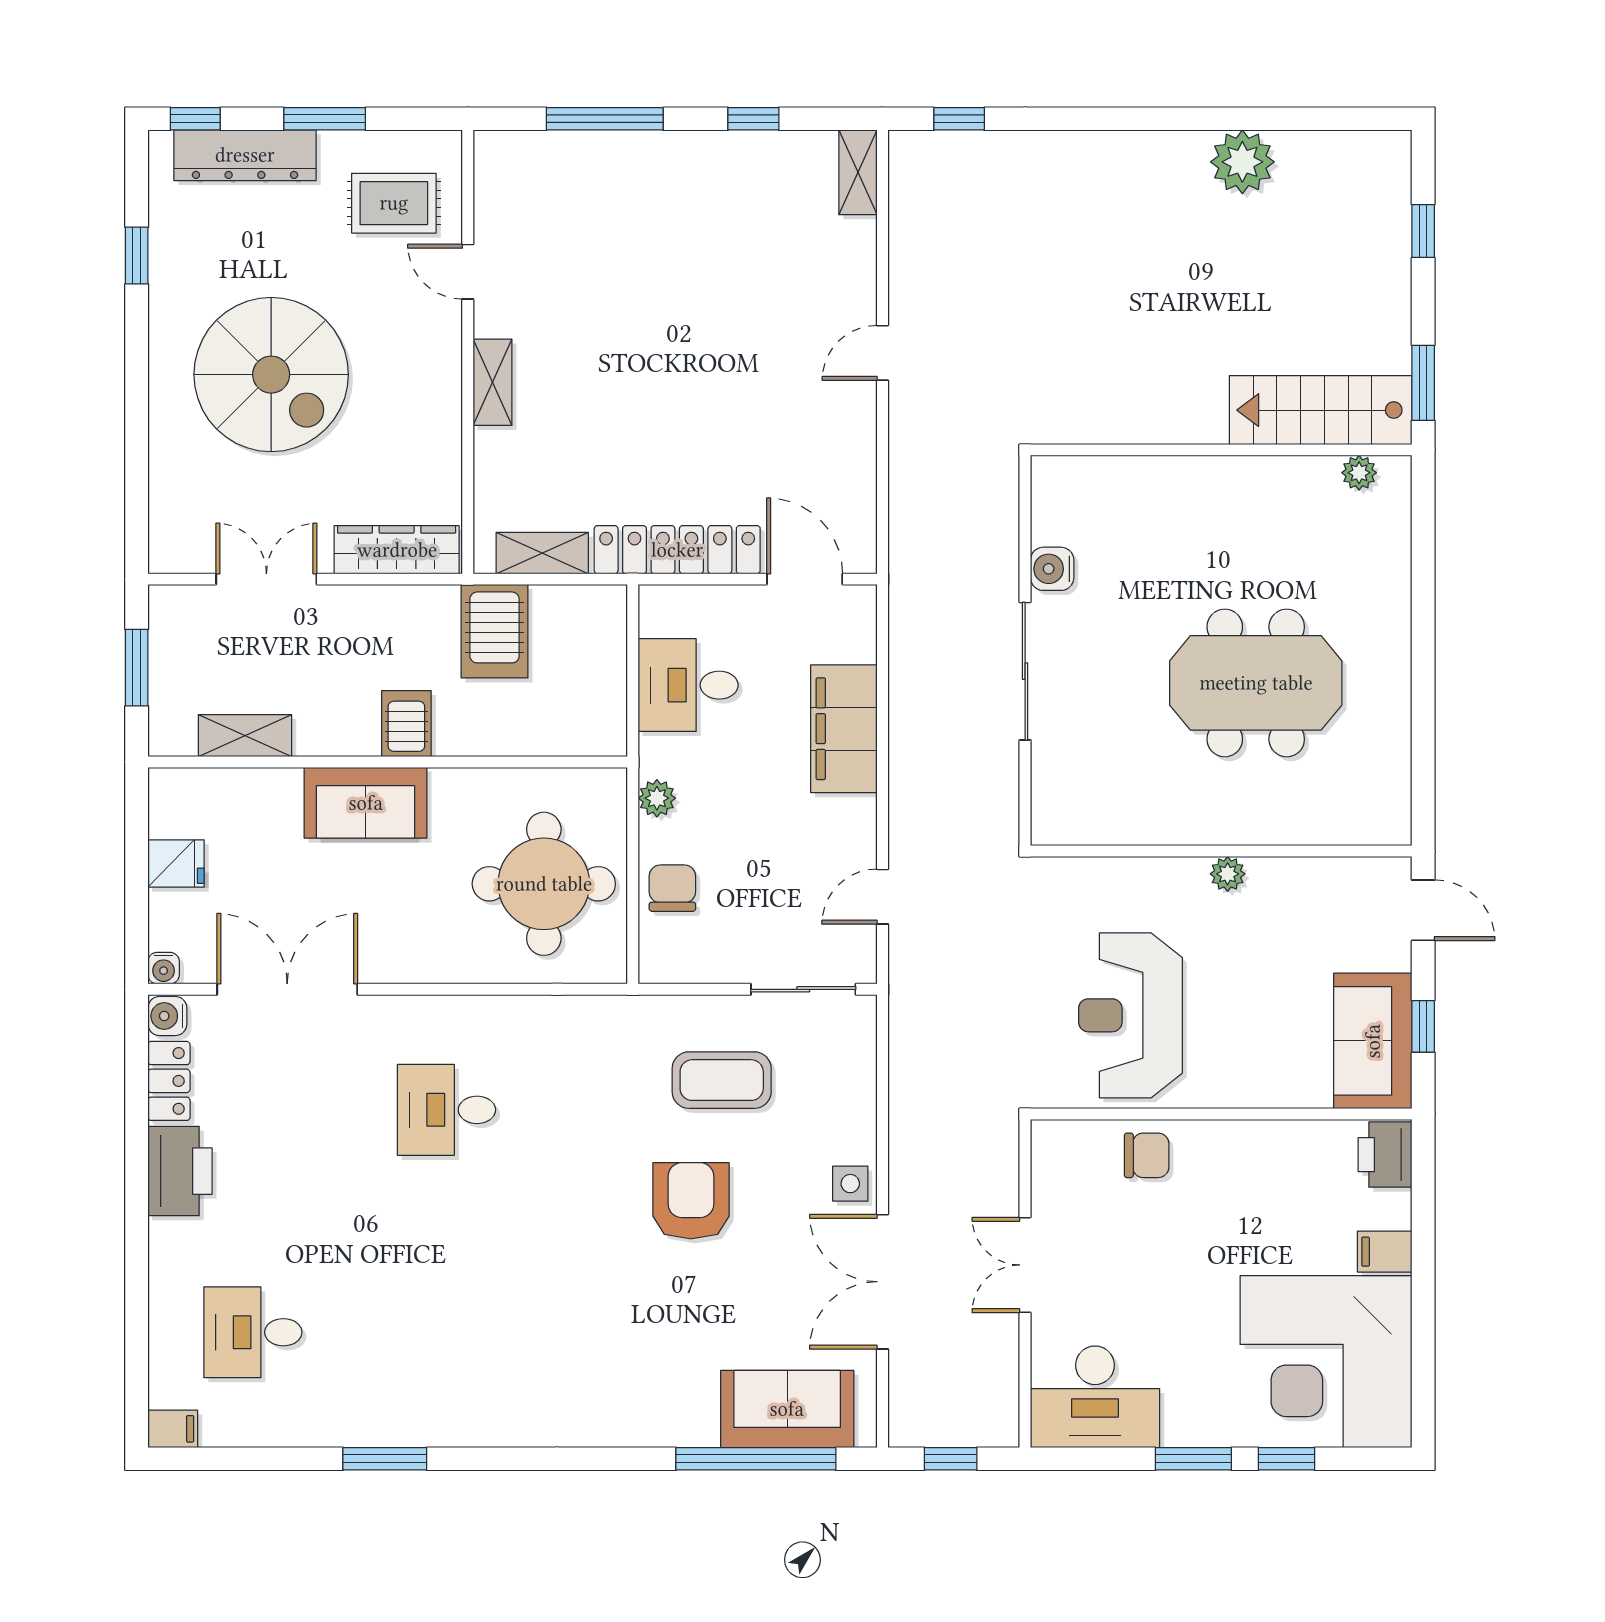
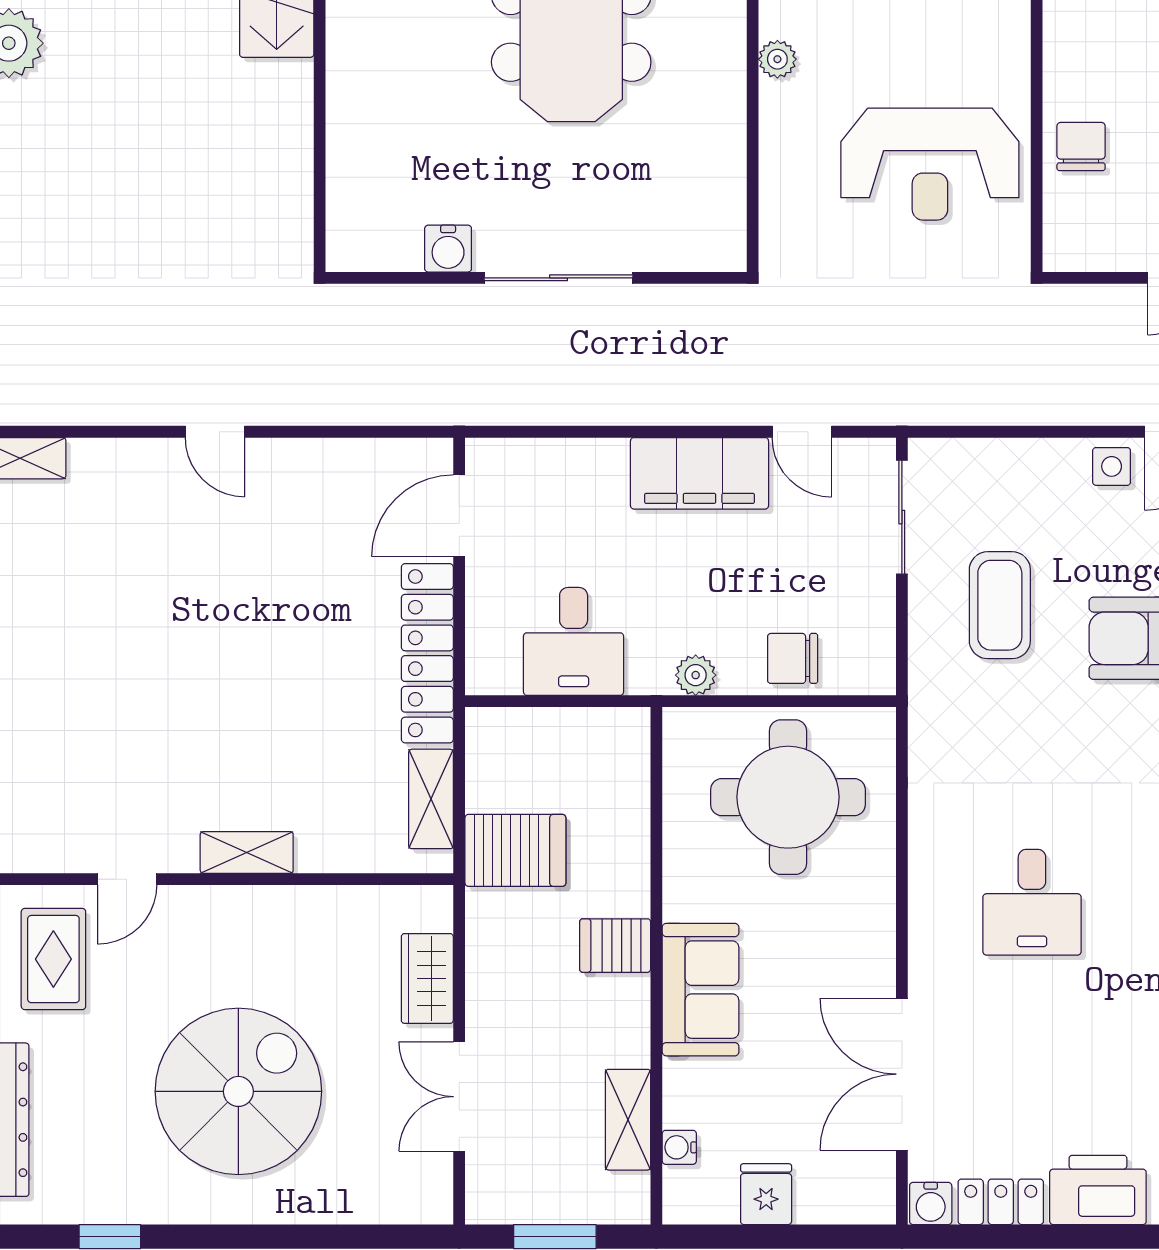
wardrobe: (397, 550) -> (427, 978), width x0.67
filing cabinet: (844, 729) -> (700, 473), moved
water cooler: (164, 968) -> (679, 1147), moved, turned 180

